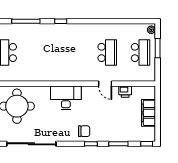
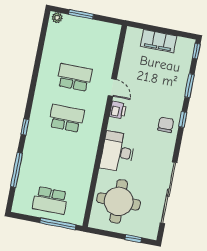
school desk: (141, 52) -> (66, 118), moved
door: (105, 84) -> (112, 87), hinge flipped
printer: (125, 92) -> (118, 110), moved
desk: (66, 98) -> (118, 152), moved

